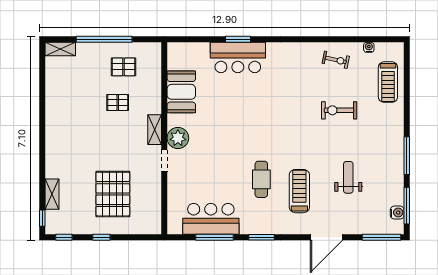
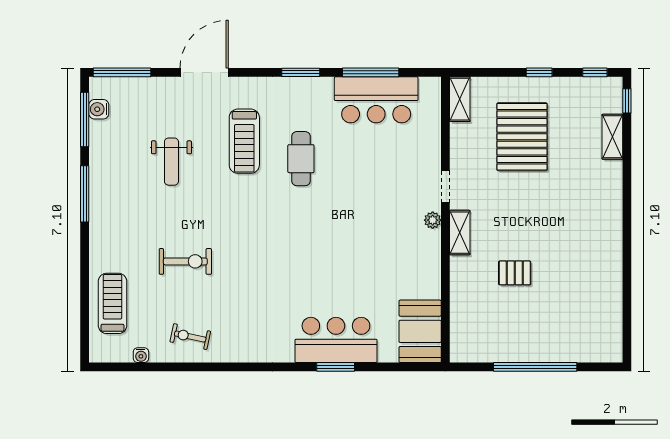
shelving: (60, 49) -> (460, 99), moved, turned 90
pallet: (123, 67) -> (506, 326), removed
booth: (181, 92) -> (420, 331), moved
plant: (178, 138) -> (433, 220), width x0.53, depth x0.53

